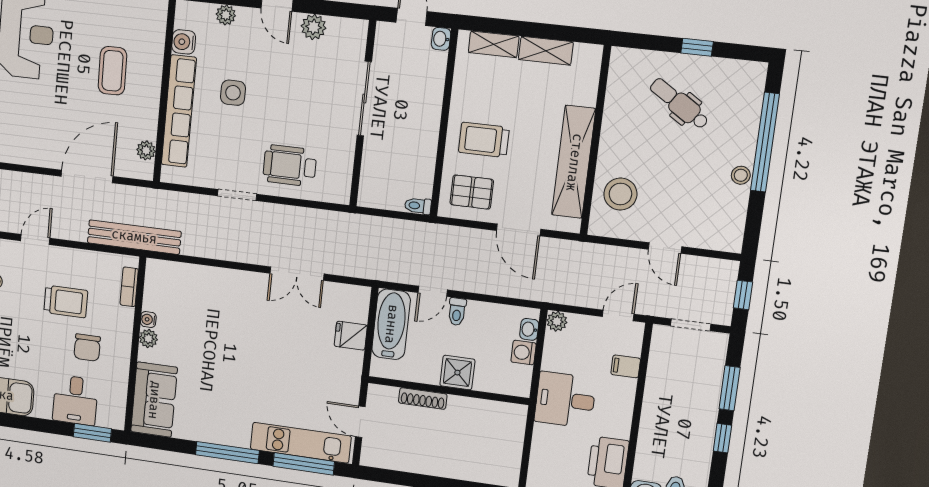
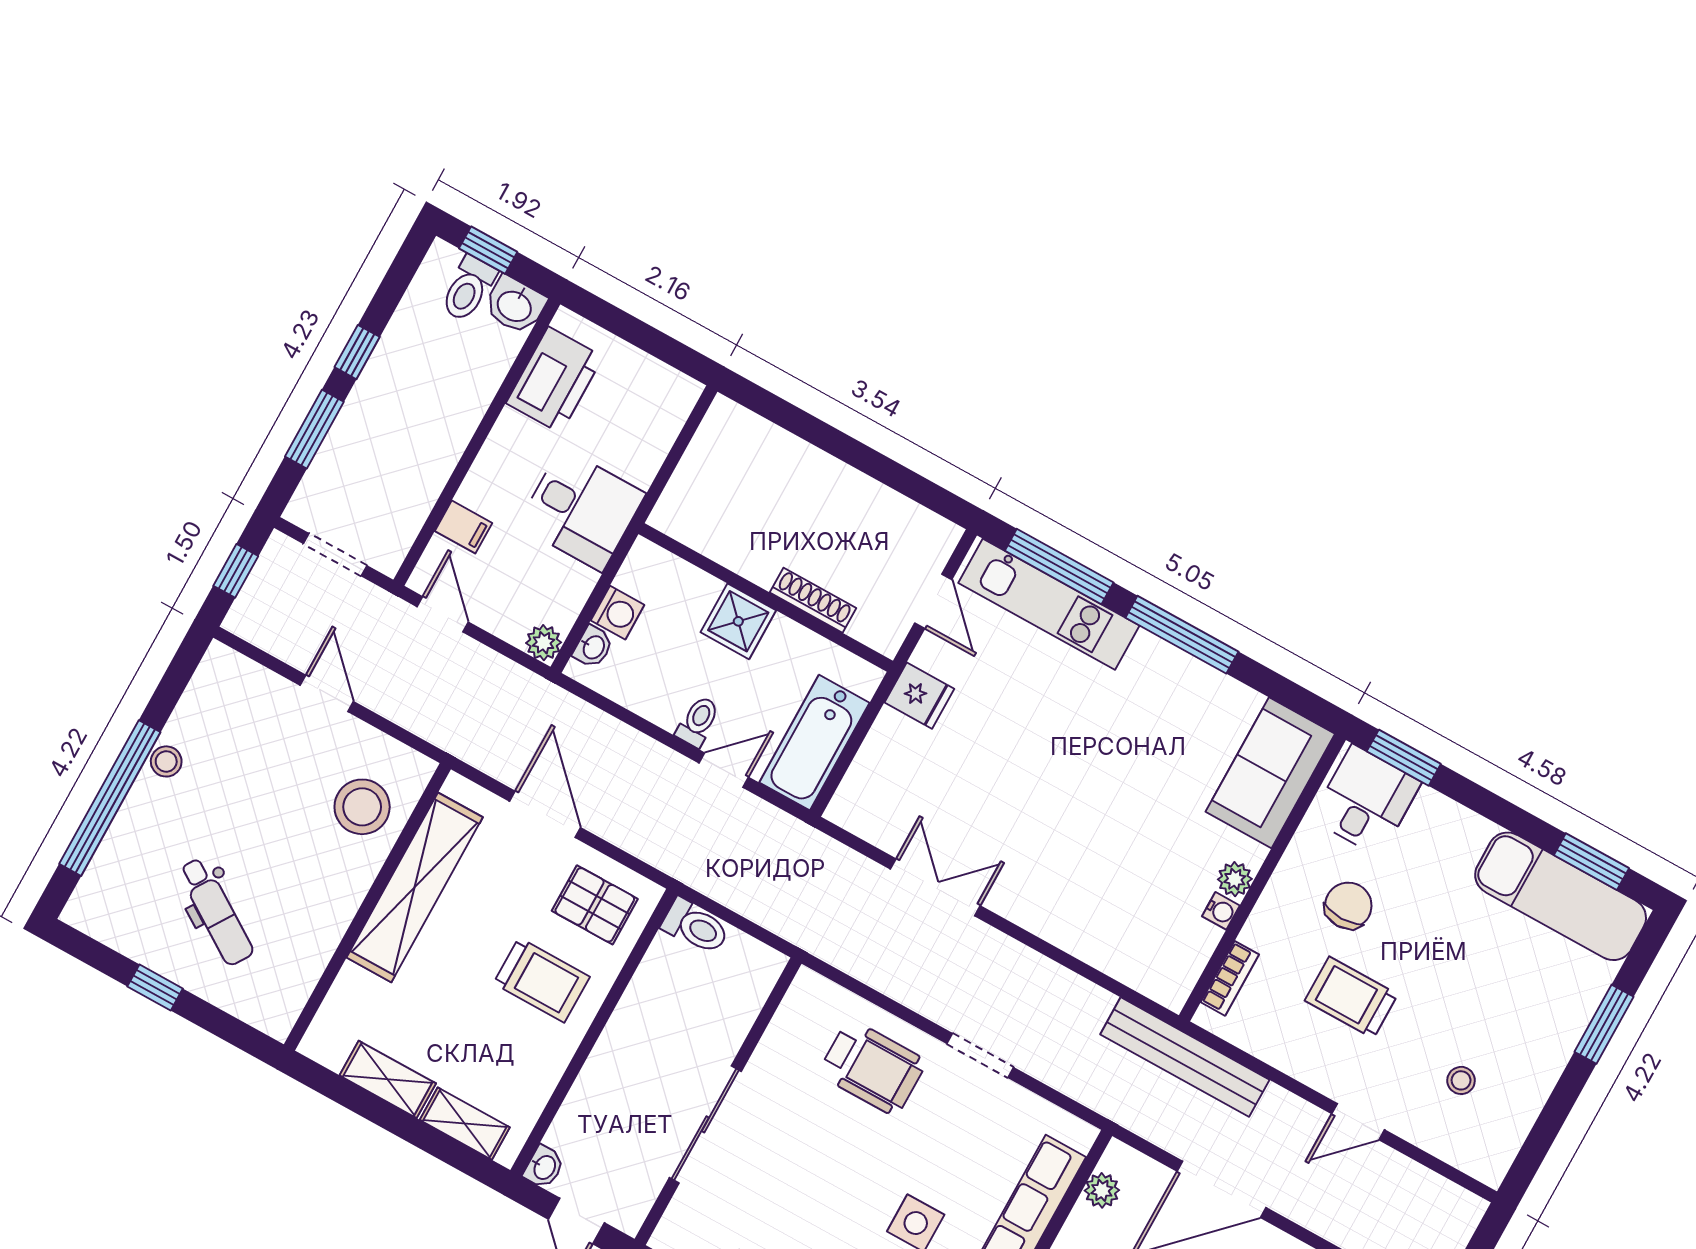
toilet: (418, 206) -> (695, 927), width x1.37, depth x1.39
door: (618, 315) -> (443, 614), swing flipped
fridge: (351, 336) -> (919, 696), moved
desk: (75, 400) -> (1366, 801), moved

